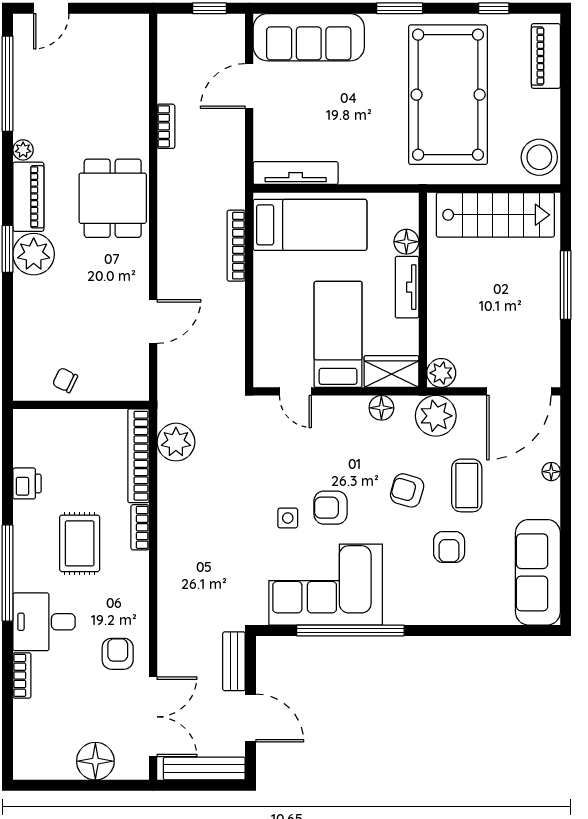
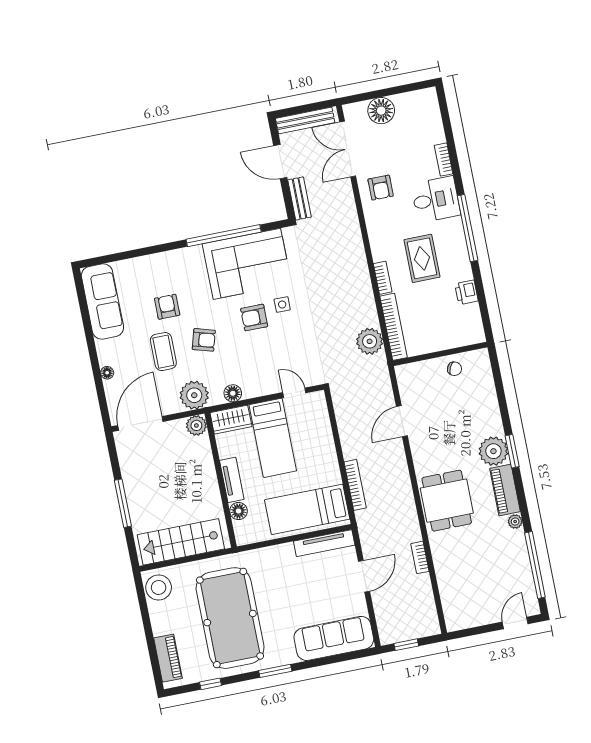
door: (249, 86) -> (364, 576), moved
armchair: (330, 508) -> (254, 318), turned 180

